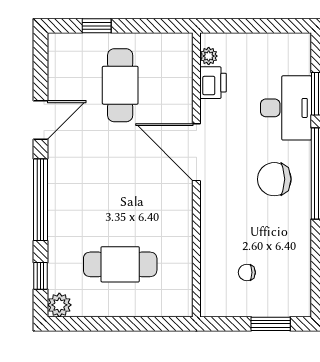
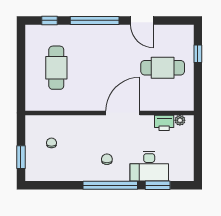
chair: (274, 179) -> (107, 159), width x0.54, depth x0.54
plant: (59, 305) -> (32, 32), removed

